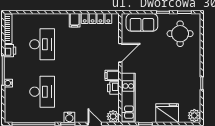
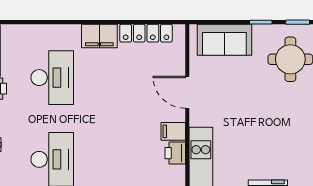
filing cabinet: (75, 20) -> (99, 36), width x2.00
door: (120, 53) -> (187, 92), swing flipped

